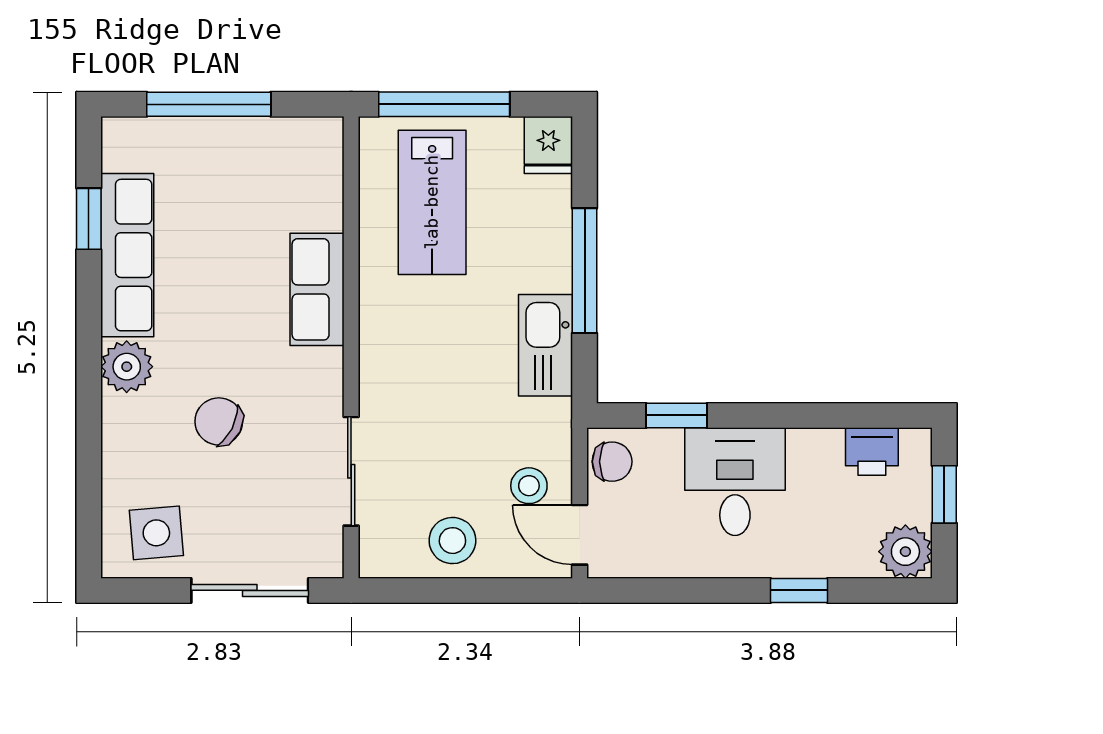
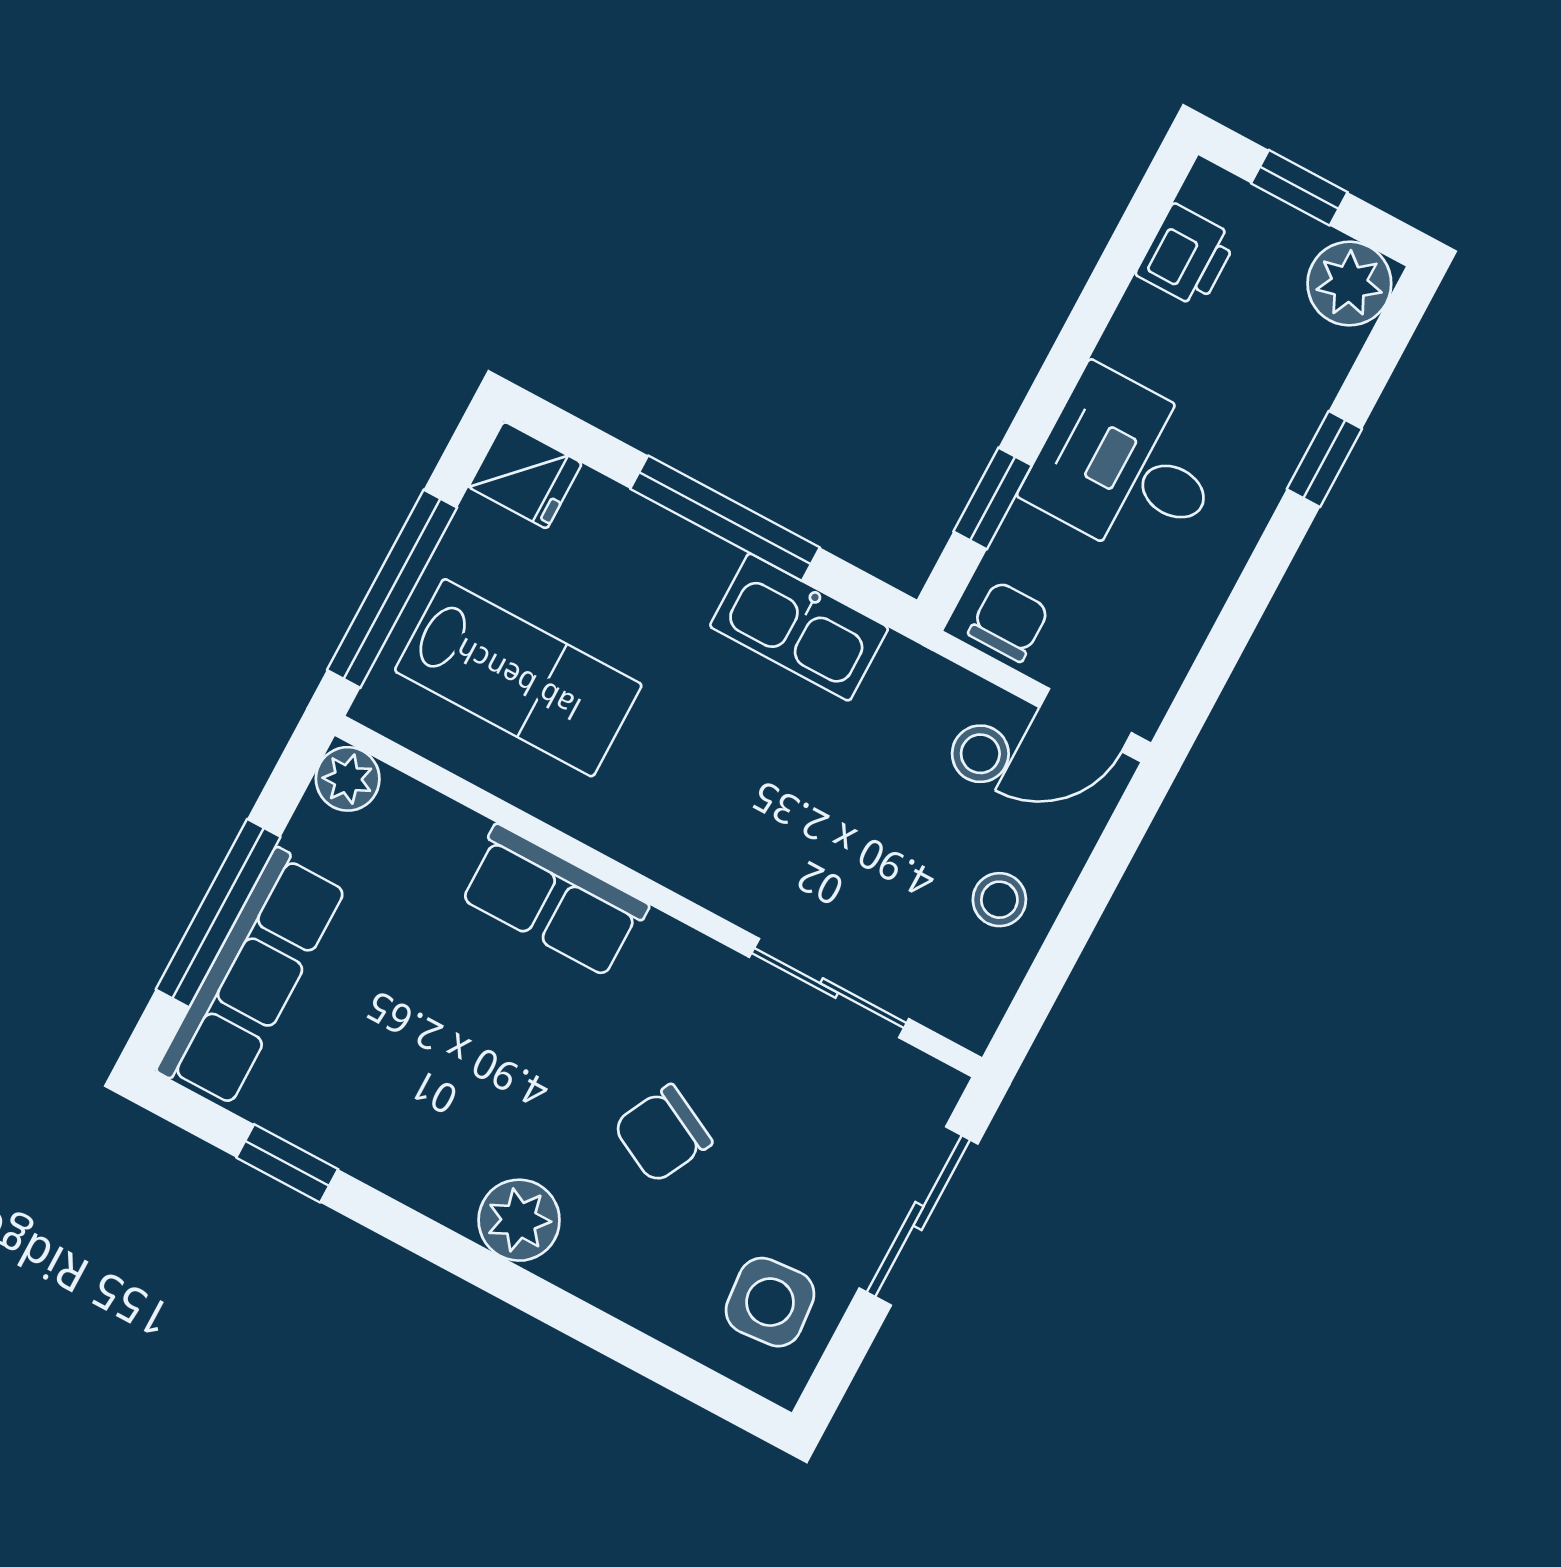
plant: (324, 137) -> (348, 779), added
row of seats: (127, 255) -> (252, 978), moved, turned 90
stool: (452, 541) -> (999, 900), width x0.73, depth x0.73

